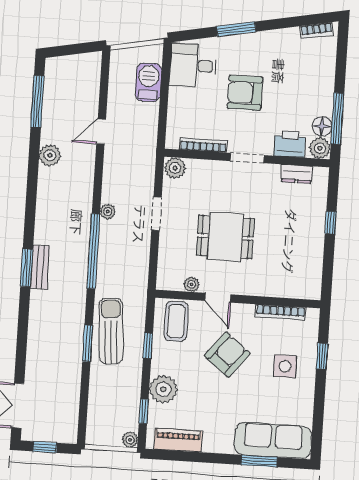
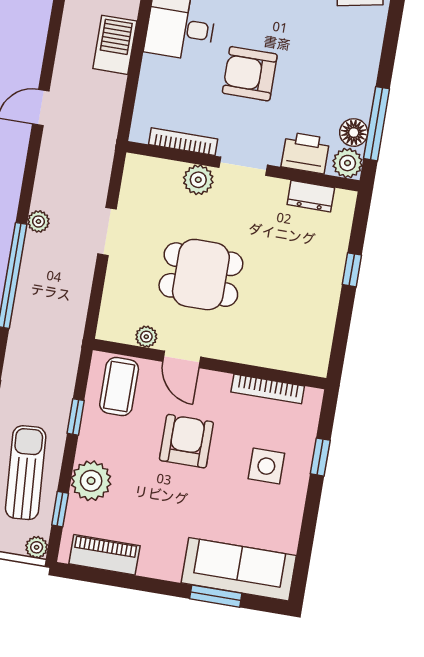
plant: (175, 168) -> (198, 180), moved
sun lounger: (111, 331) -> (26, 473), moved
armchair: (227, 355) -> (186, 441), turned -39

